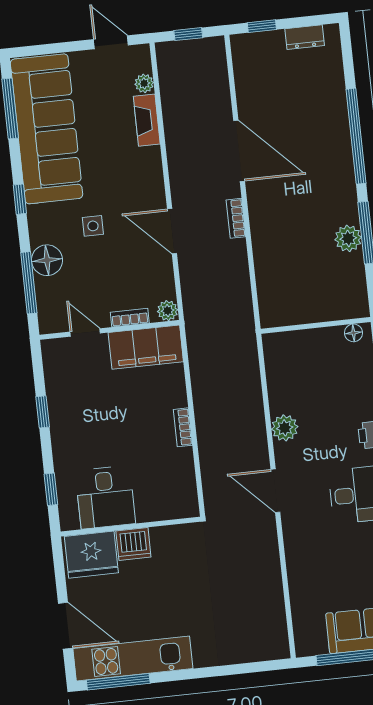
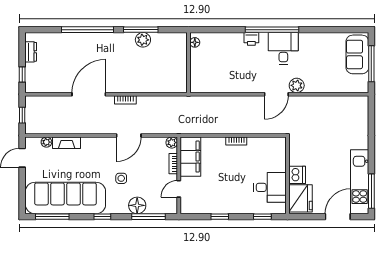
plant: (285, 428) -> (297, 85), moved

